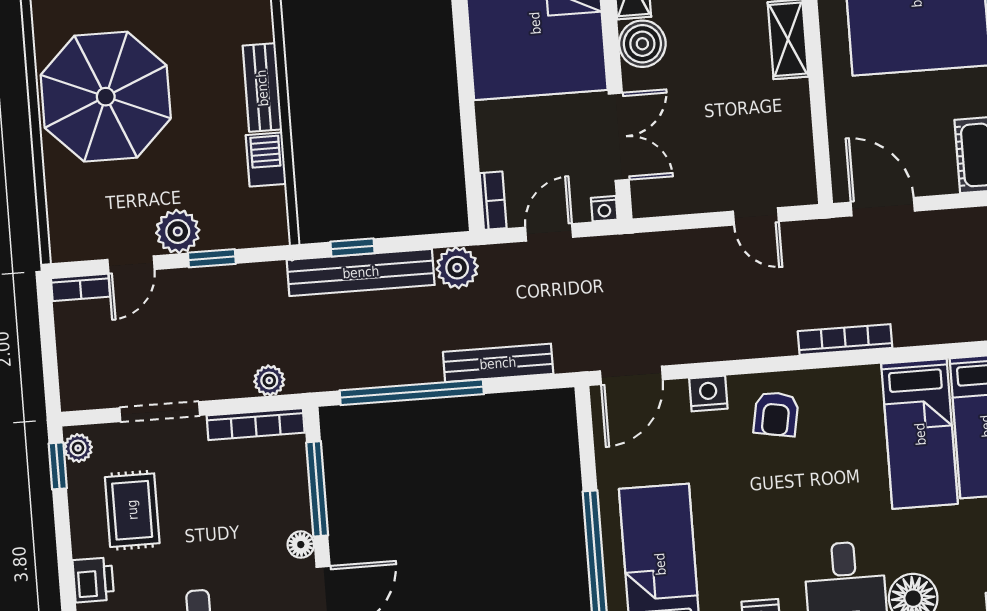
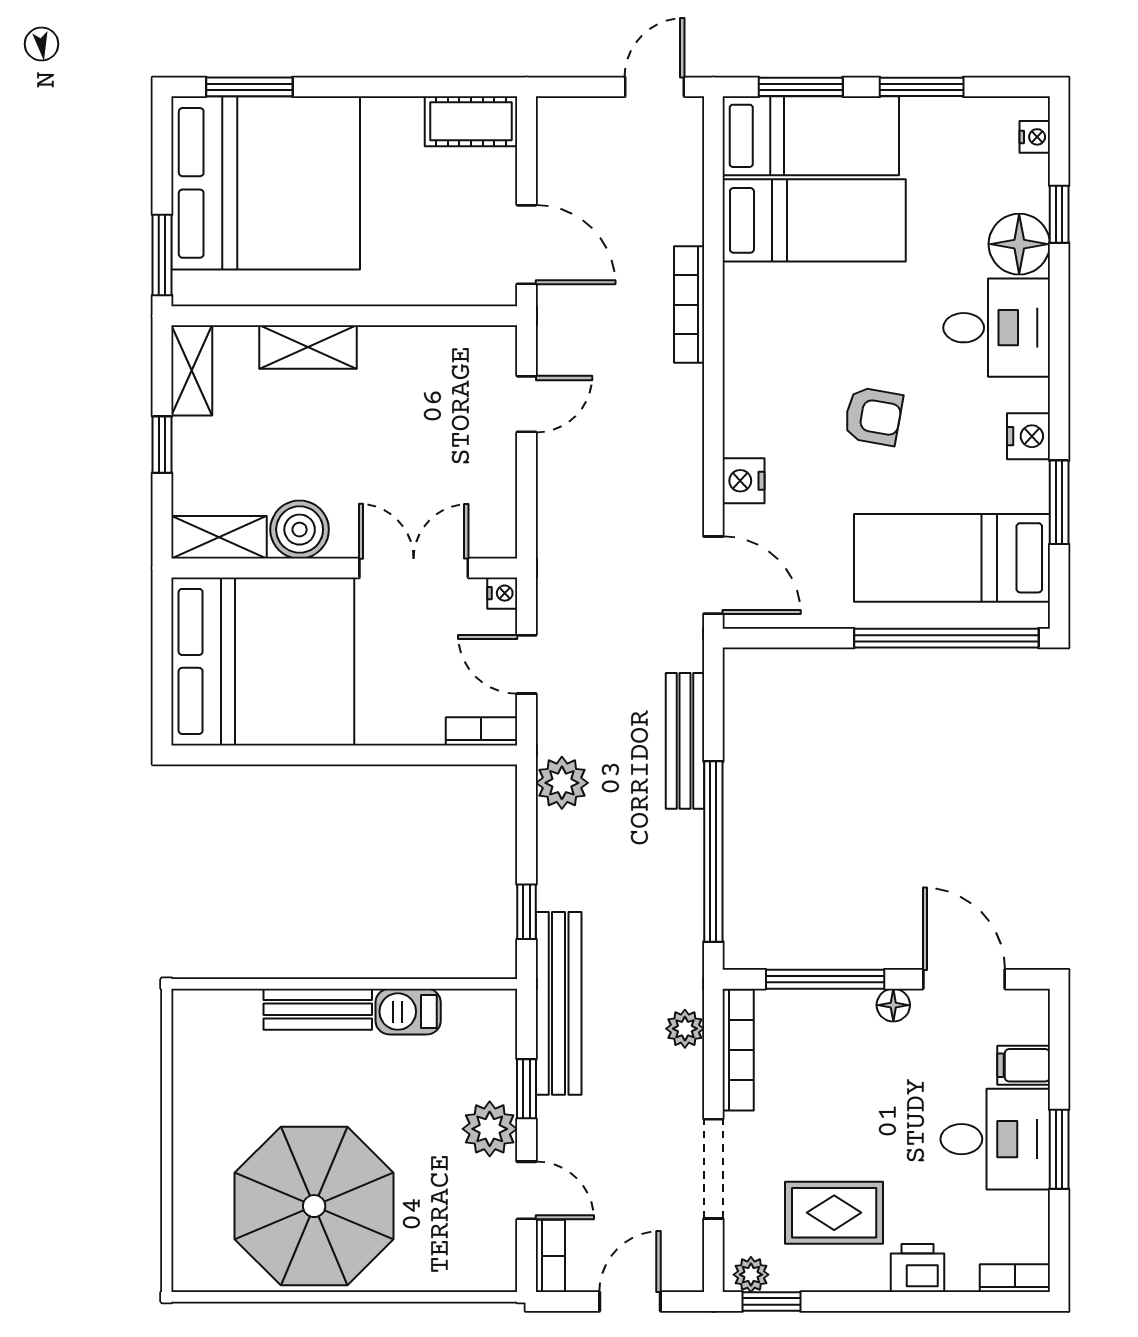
door: (883, 207) -> (527, 245), swing flipped
bench: (361, 272) -> (559, 1003), moved
door: (49, 353) -> (630, 1302), added
armchair: (776, 414) -> (873, 416), moved

